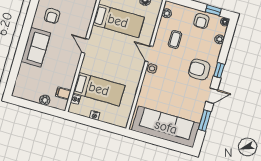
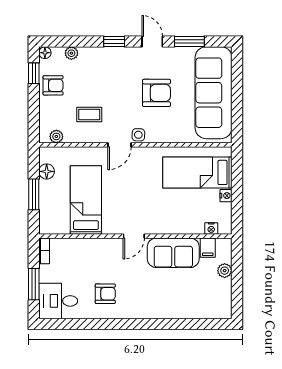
sofa: (36, 47) -> (173, 253), moved, turned 180
armchair: (199, 69) -> (156, 93), moved, turned -90
bed: (99, 89) -> (197, 172), moved, turned -90

